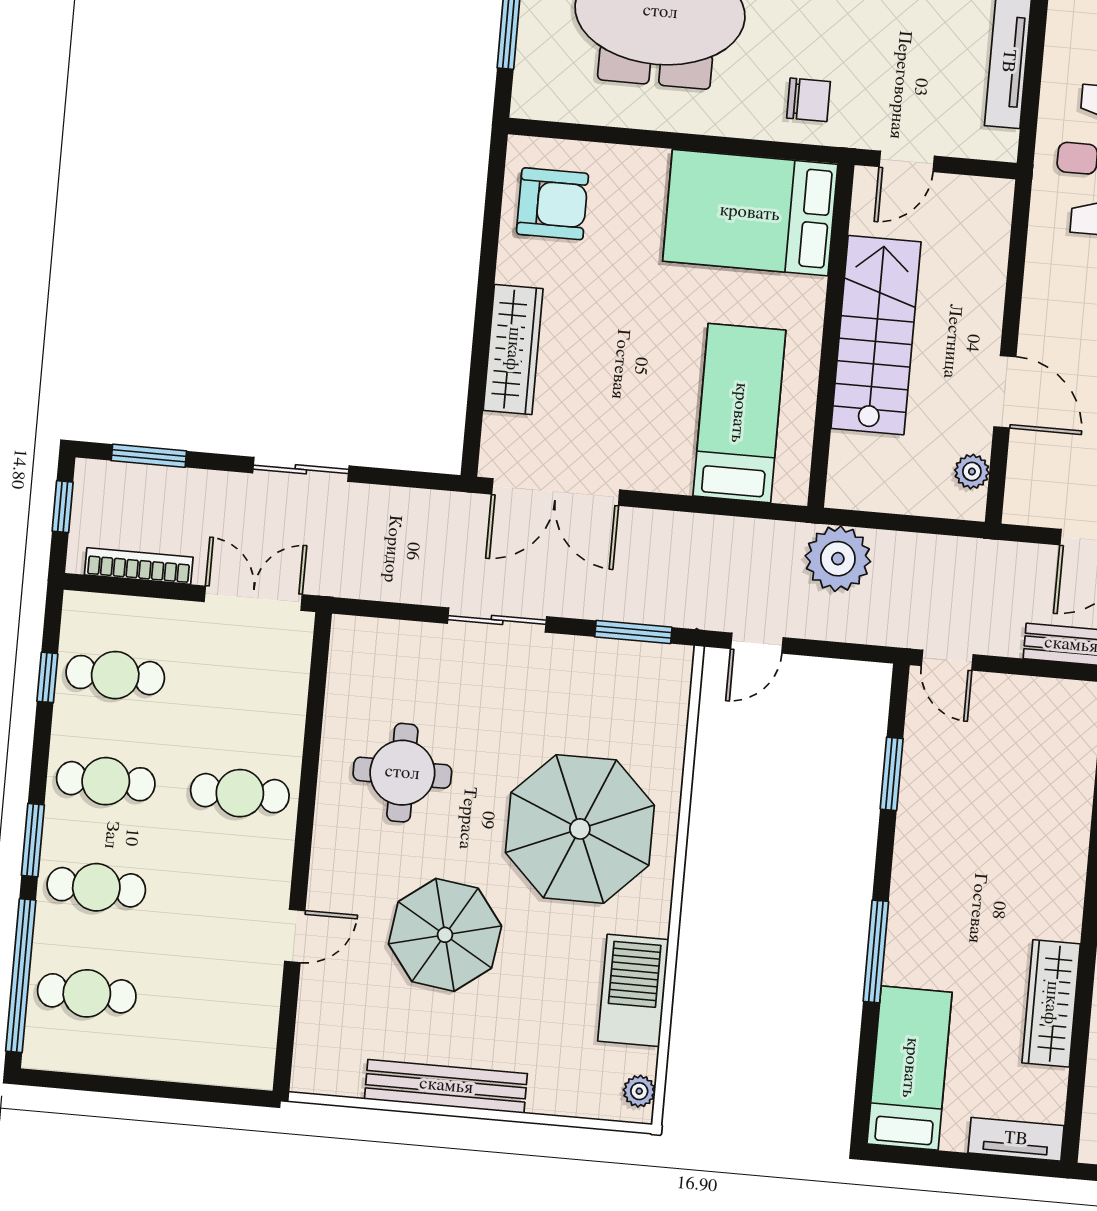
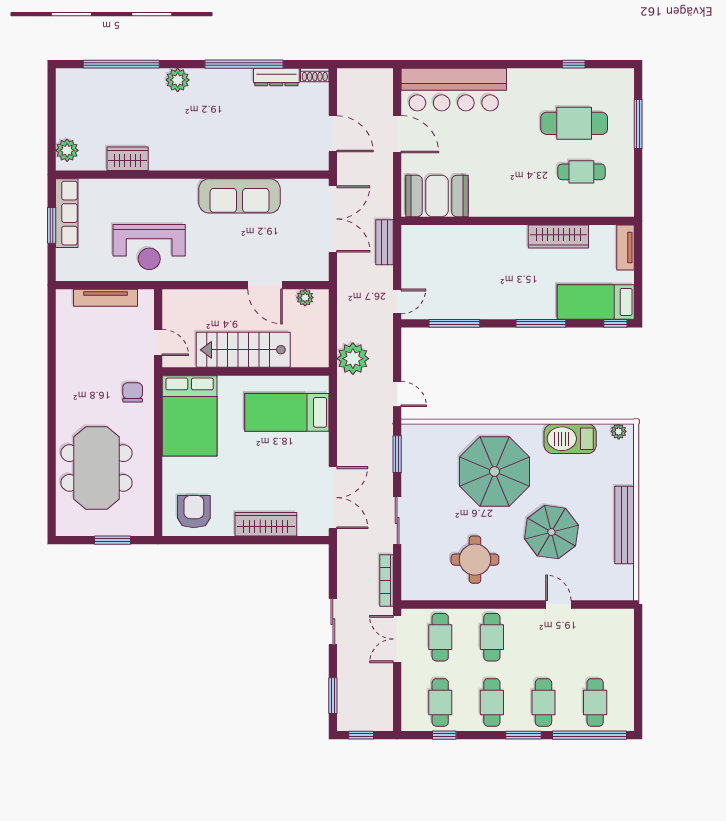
door: (1005, 392) -> (265, 285), swing flipped
bookcase: (139, 566) -> (387, 581), moved
cafe table: (249, 687) -> (440, 637), added
window: (892, 774) -> (454, 323), width x1.44
window: (862, 1104) -> (615, 323), added

